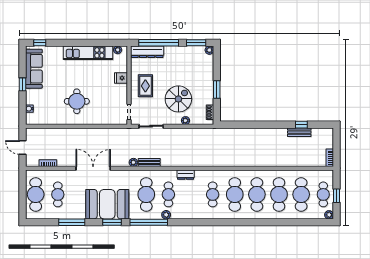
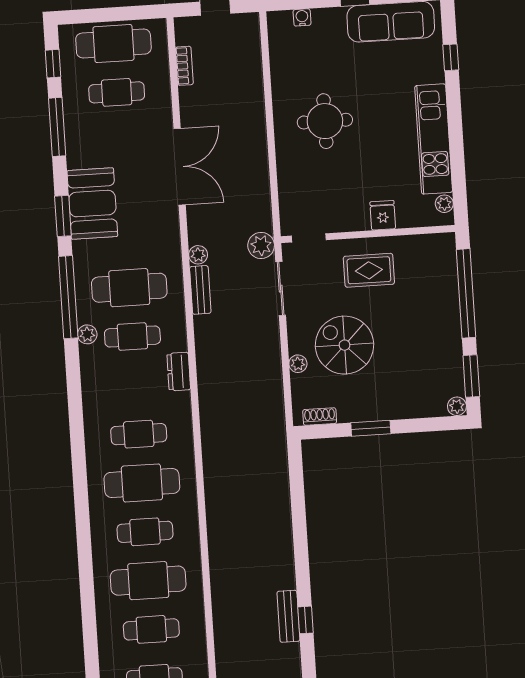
window: (40, 43) -> (451, 57), moved
dresser: (147, 52) -> (444, 269), removed
spiral stairs: (178, 99) -> (345, 345), turned 180
plant: (131, 134) -> (261, 245), added
cafe table: (257, 194) -> (145, 532), width x0.73, depth x0.74
cafe table: (301, 194) -> (151, 629), width x0.73, depth x0.74
booth: (107, 204) -> (92, 204), width x0.73, depth x0.70
window: (43, 222) -> (53, 64), added

